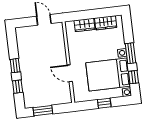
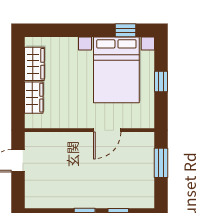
window: (131, 53) -> (87, 30), removed
window: (43, 111) -> (161, 163), moved

